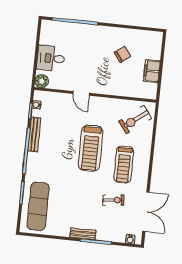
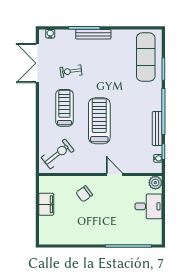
chair: (122, 54) -> (84, 194), moved
bench: (83, 234) -> (93, 34), width x1.36

